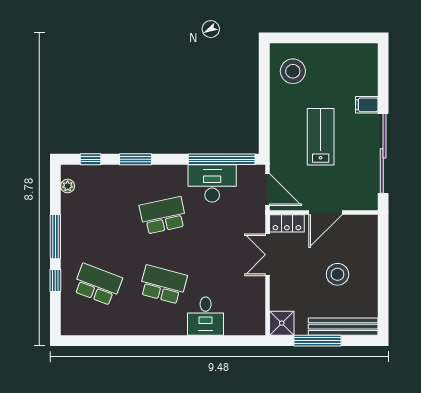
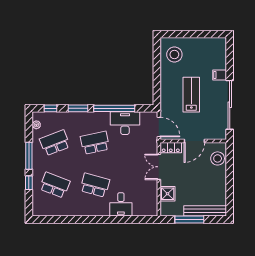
window: (222, 159) -> (114, 108), moved
school desk: (98, 215) -> (55, 143), added
stool: (338, 274) -> (218, 158), moved
shower: (282, 323) -> (168, 194), moved

